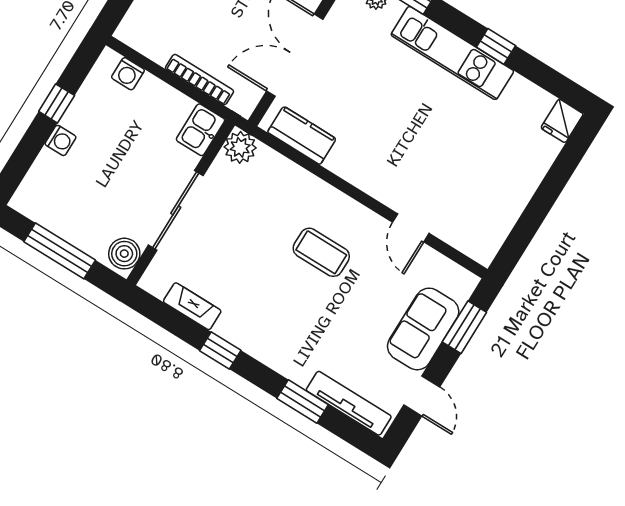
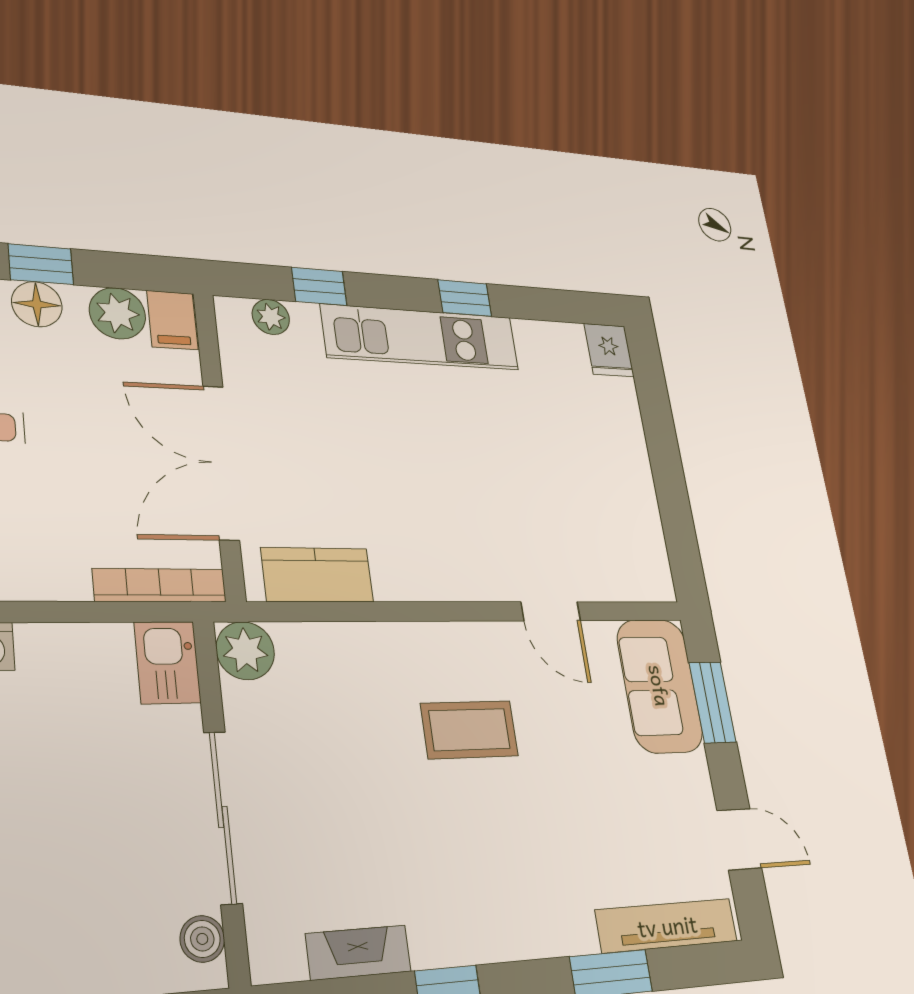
bookcase: (199, 80) -> (160, 585), moved
boiler: (124, 254) -> (202, 939), width x0.73, depth x0.73
sofa: (423, 329) -> (660, 686), moved

